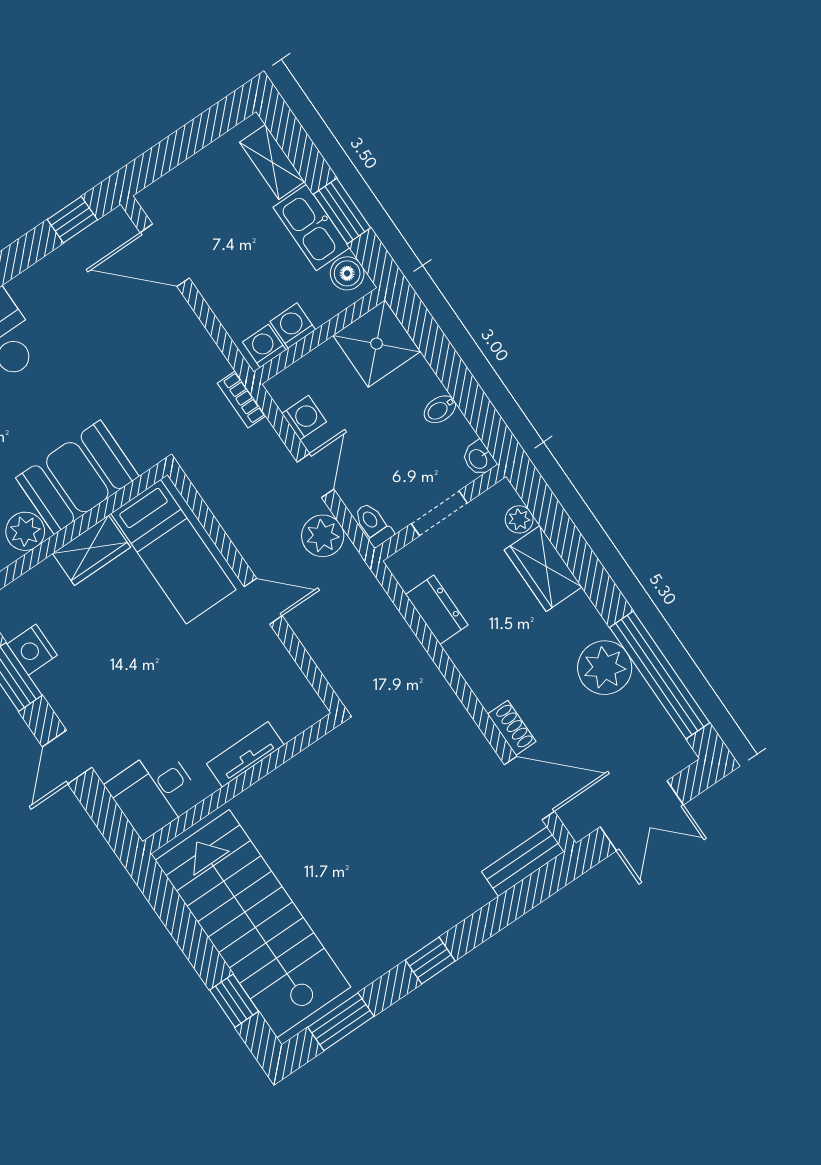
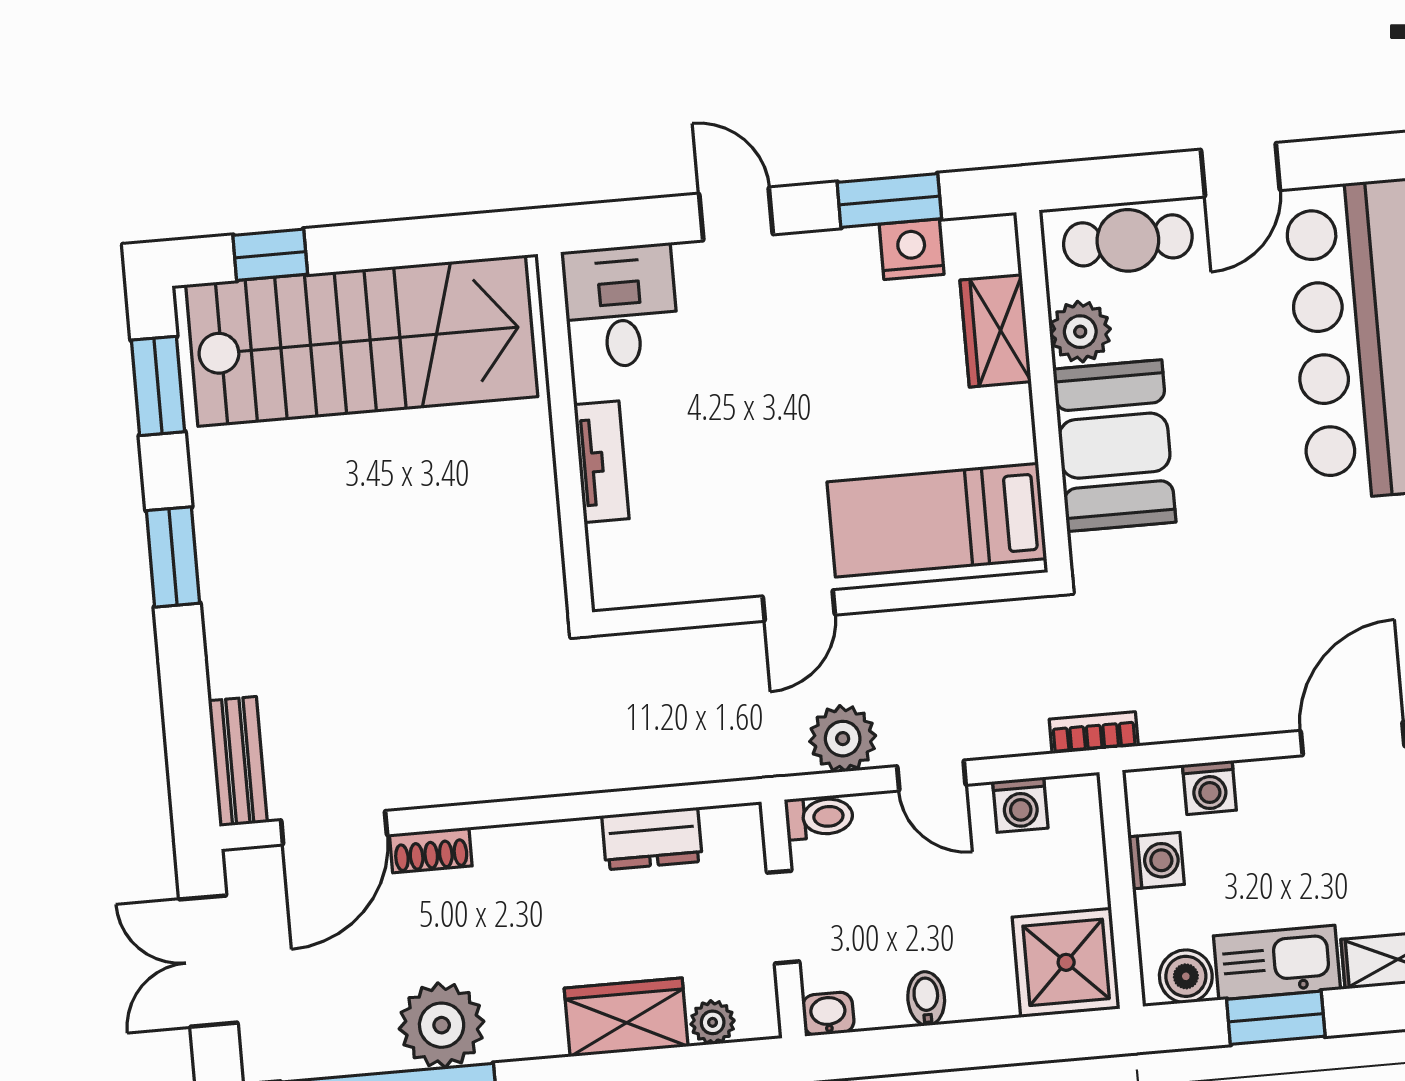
washing machine: (264, 346) -> (1209, 788), moved, turned 90
wardrobe: (91, 550) -> (996, 331), moved
window: (430, 961) -> (173, 557), width x1.50

